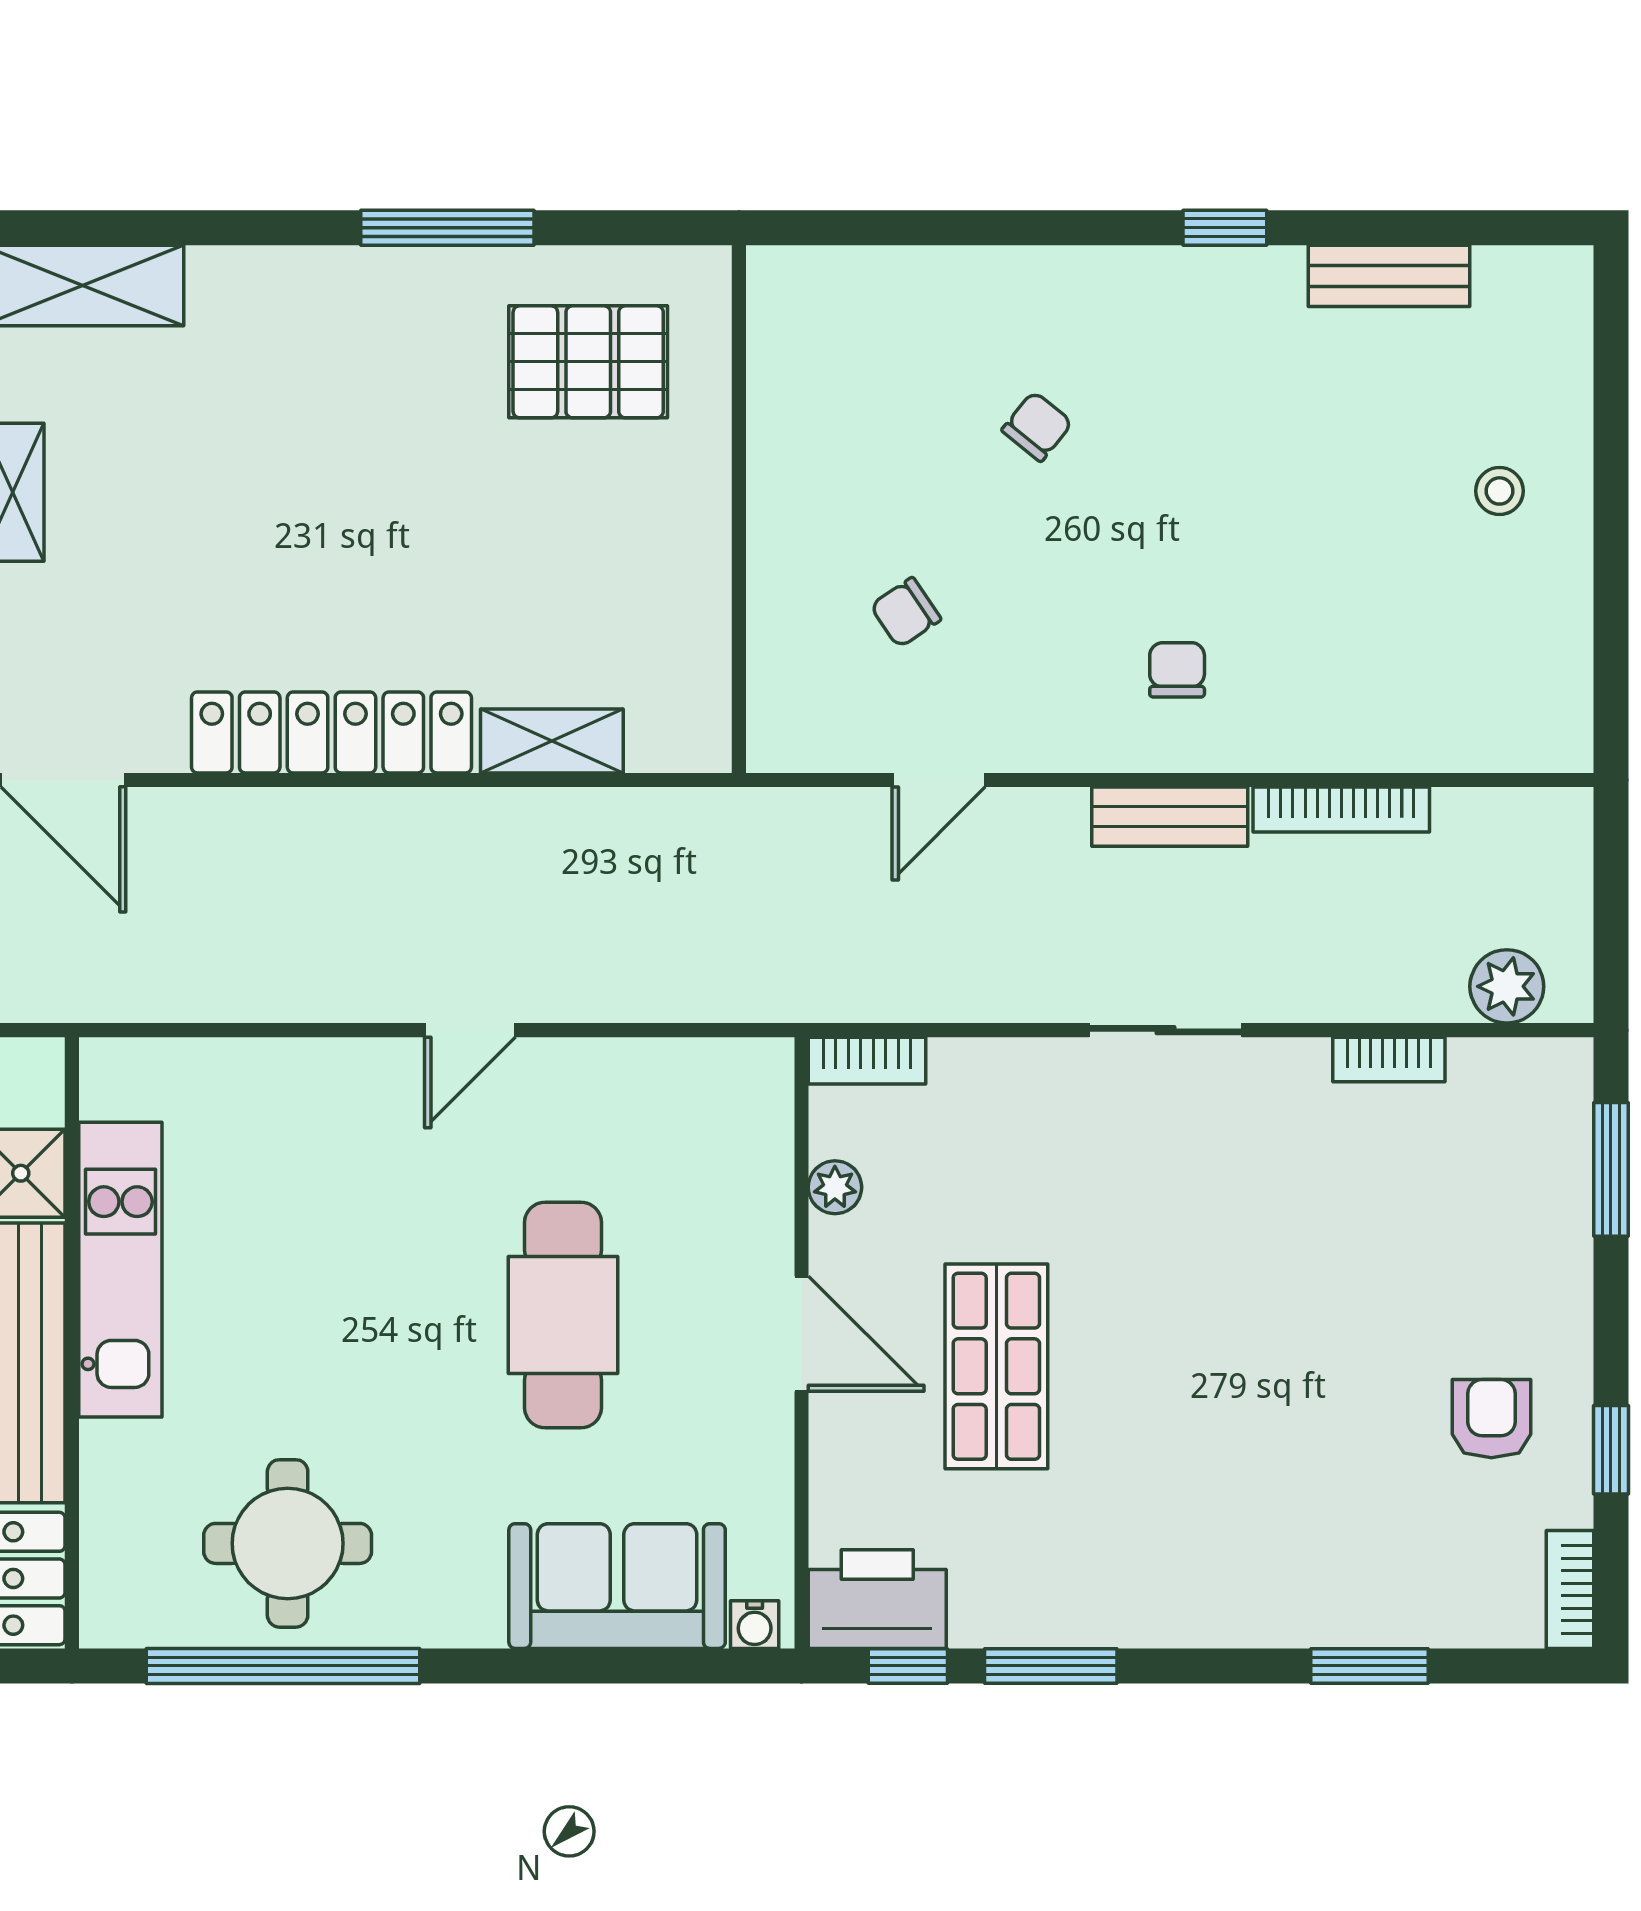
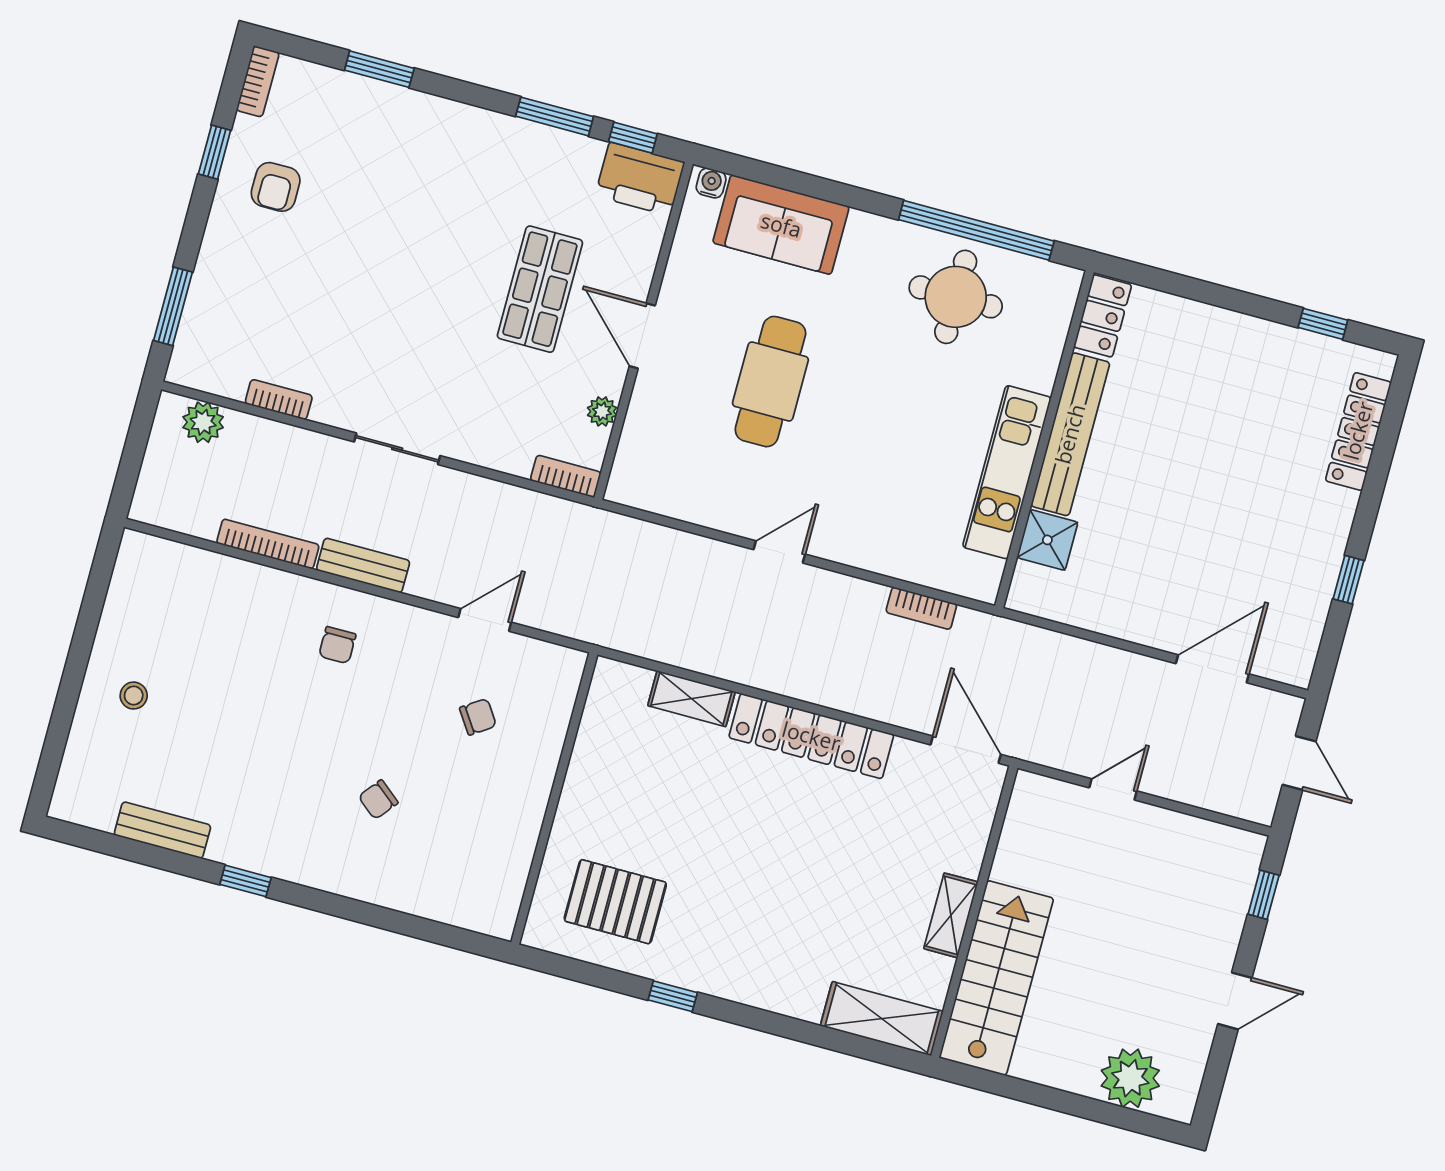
window: (447, 228) -> (673, 996), width x0.46
bookcase: (203, 1000) -> (921, 608), added

